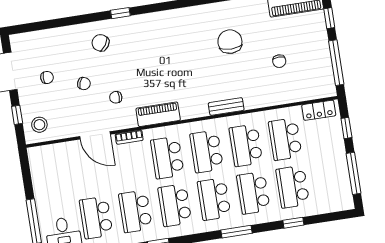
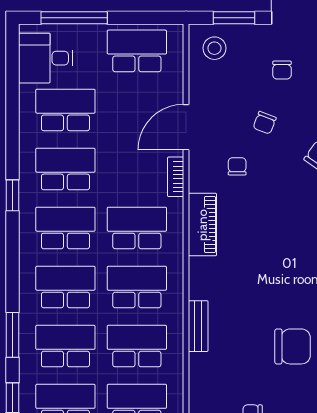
window: (17, 115) -> (234, 18), width x1.50
school desk: (49, 176) -> (137, 51), added
window: (237, 232) -> (13, 335), moved

